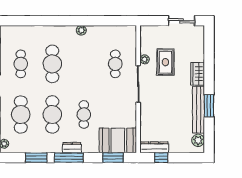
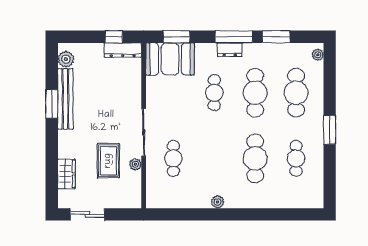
wardrobe: (198, 74) -> (67, 174), moved

